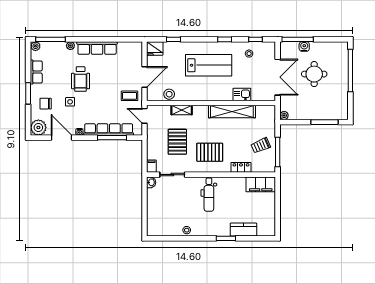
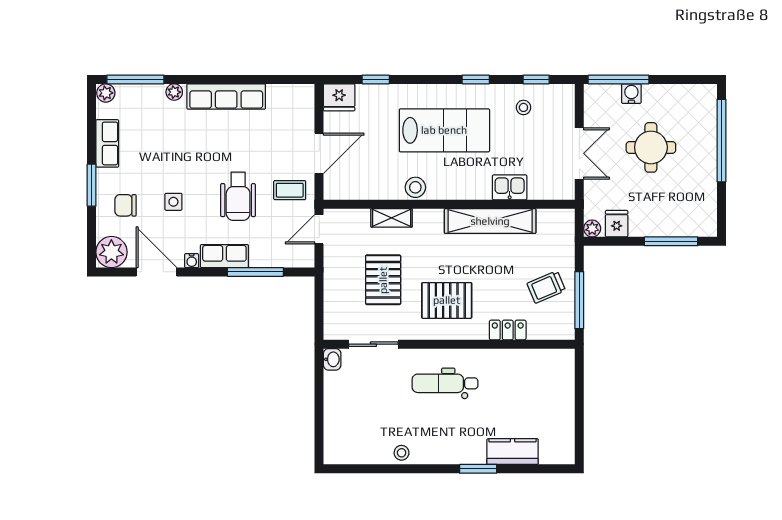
double door: (278, 77) -> (579, 153), width x0.73
wheelchair: (81, 79) -> (238, 196), moved
stool: (169, 94) -> (415, 187), moved
fridge: (297, 113) -> (617, 224), added
door: (144, 116) -> (319, 229), hinge flipped
row of seats: (109, 130) -> (224, 256), width x0.50
filing cabinet: (151, 166) -> (333, 328), removed
filing cabinet: (261, 184) -> (546, 363), removed
dental chair: (209, 195) -> (445, 383), turned 90

